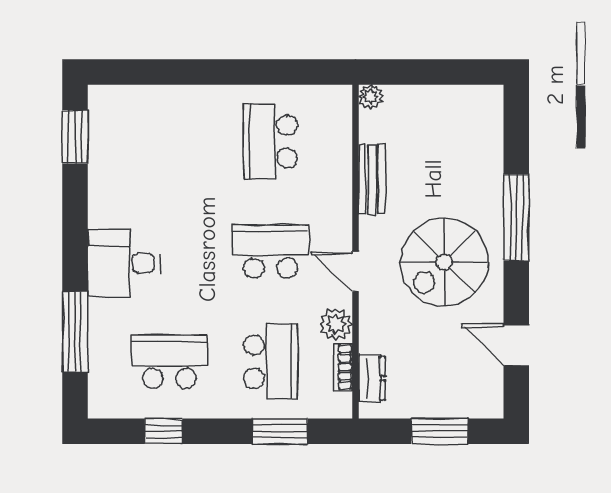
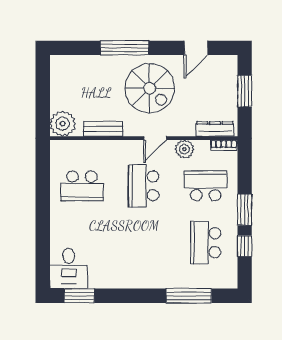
plant: (371, 97) -> (63, 124), width x1.88, depth x1.88
desk: (124, 263) -> (69, 268), moved
bookcase: (343, 367) -> (224, 145), moved
dresser: (372, 378) -> (215, 129), width x1.44
window: (280, 431) -> (245, 210), moved

